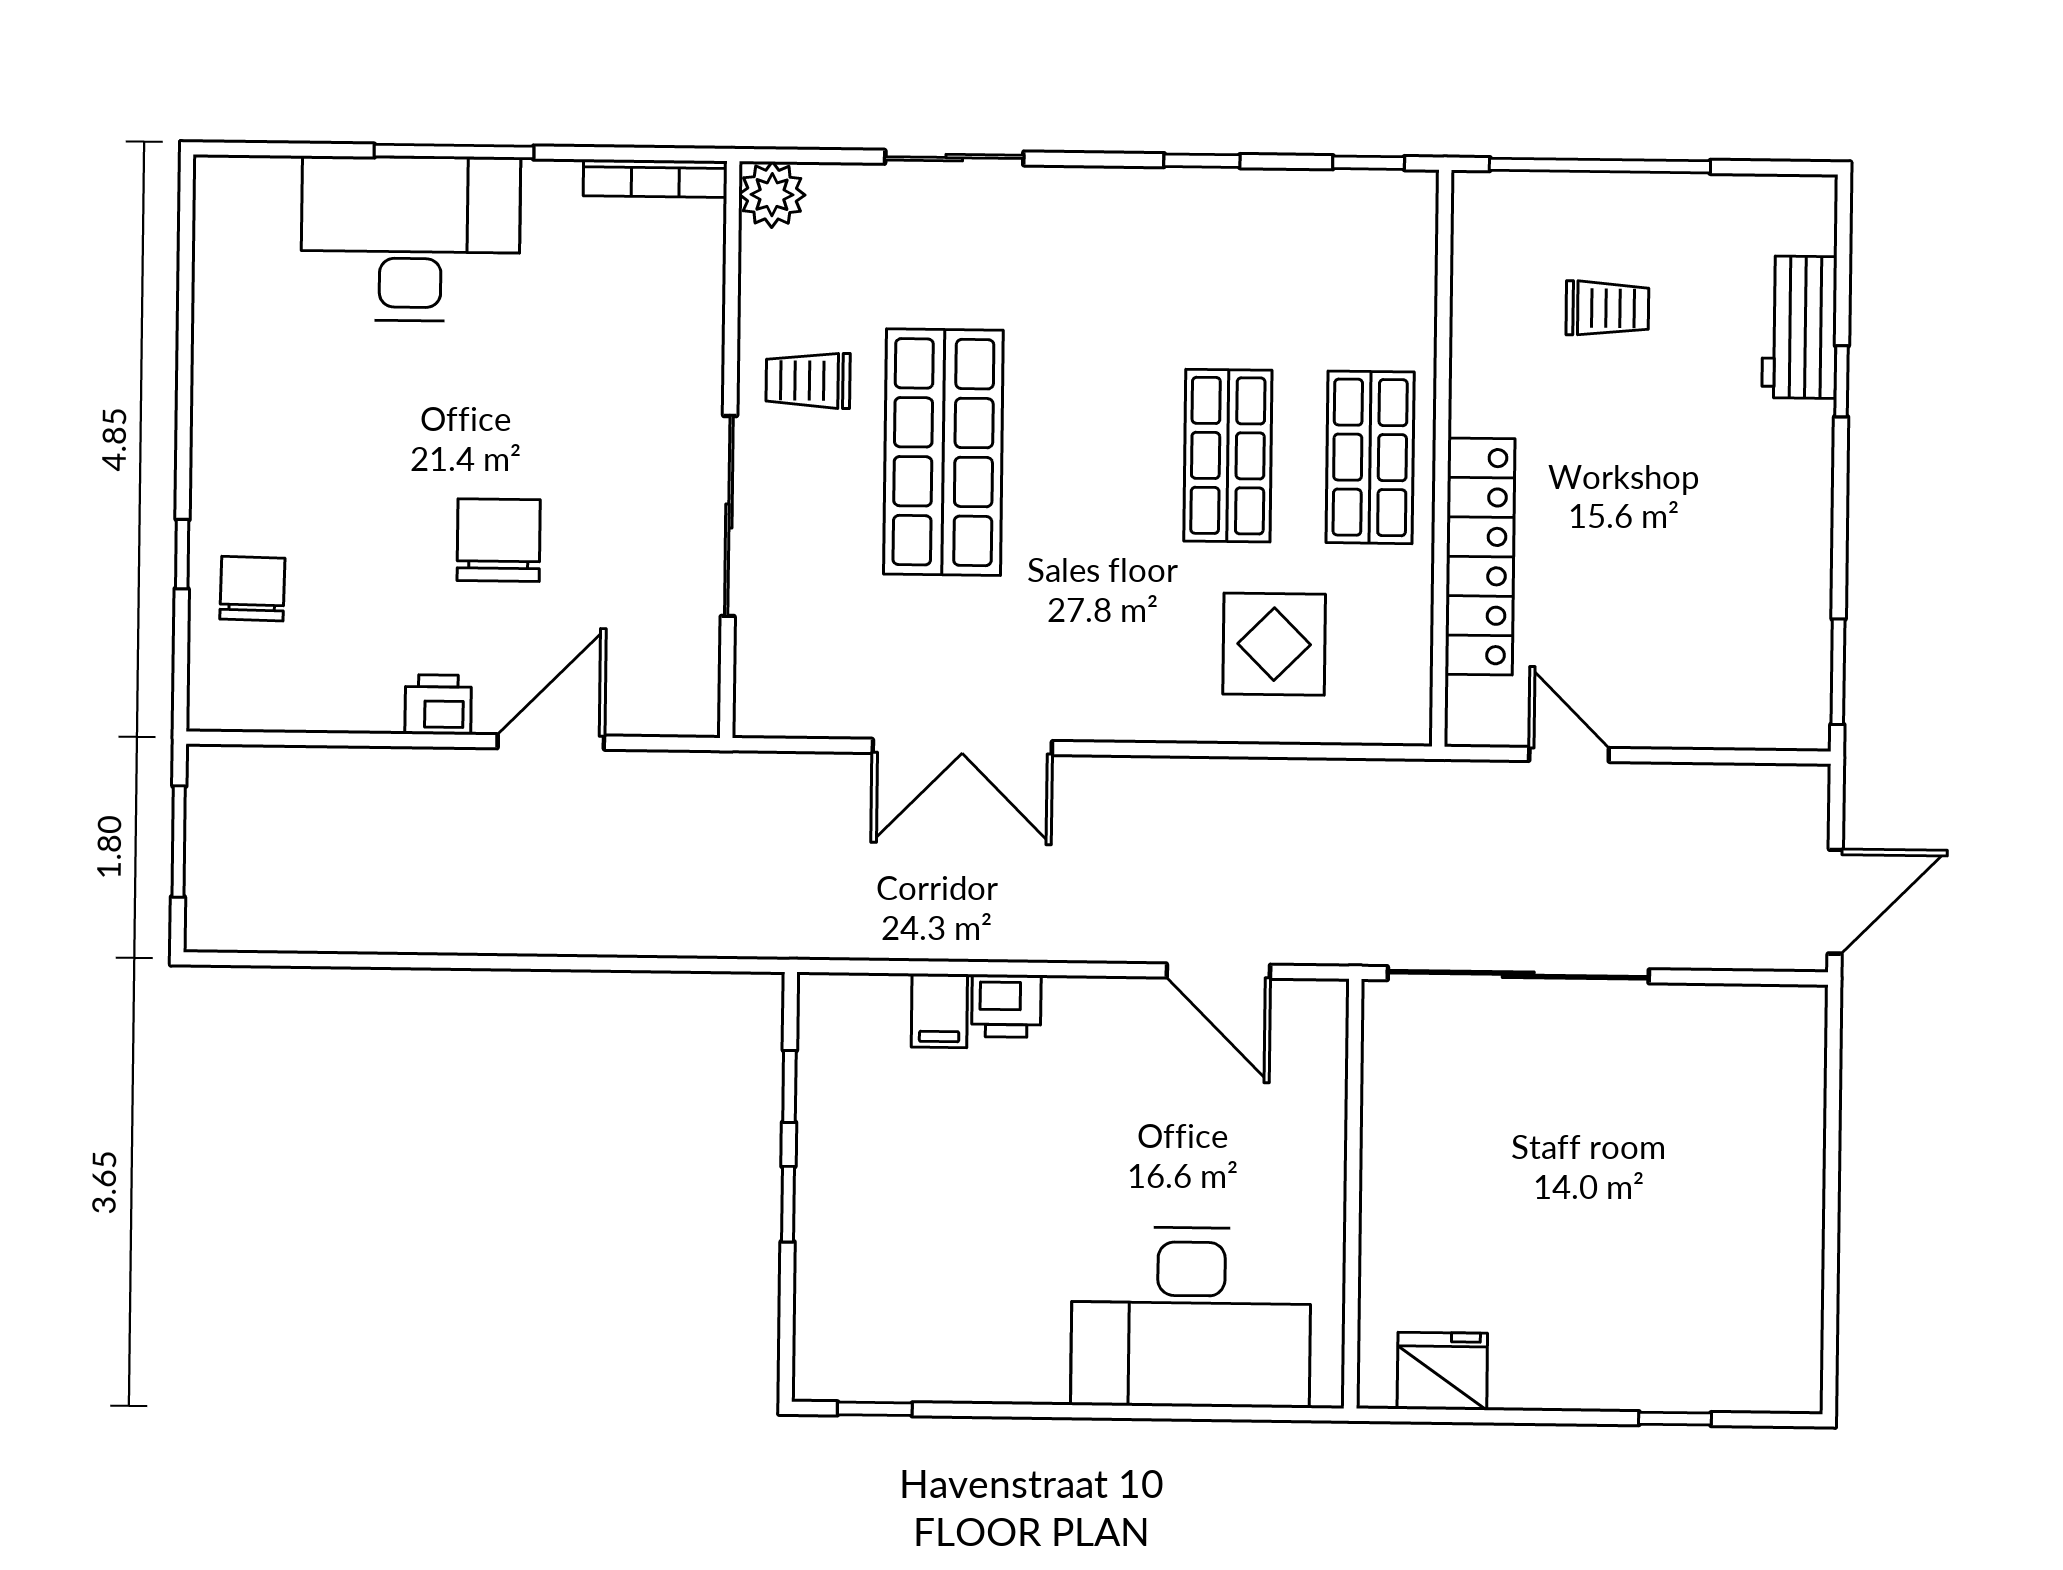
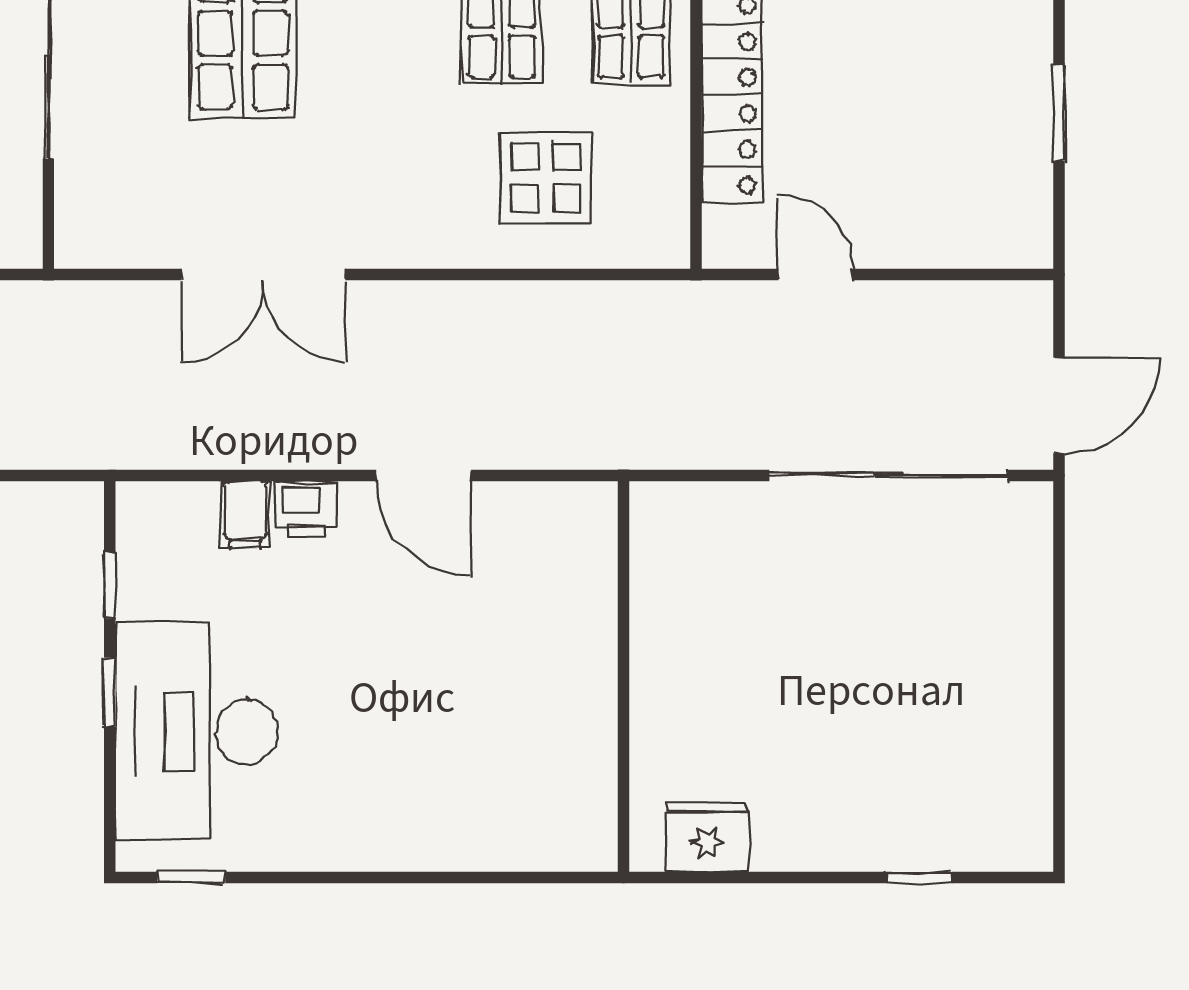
window: (1838, 672) -> (1059, 113), moved
door: (1218, 971) -> (424, 476), moved
sliding door: (1518, 975) -> (889, 476), moved
desk: (1191, 1317) -> (197, 731), moved, turned 90

